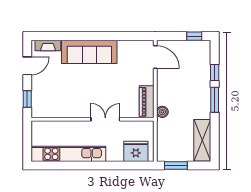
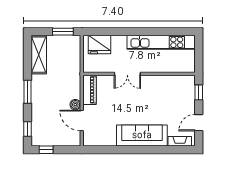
door: (155, 57) -> (82, 121), moved
window: (215, 72) -> (27, 129), moved
boiler: (162, 112) -> (75, 105), moved

